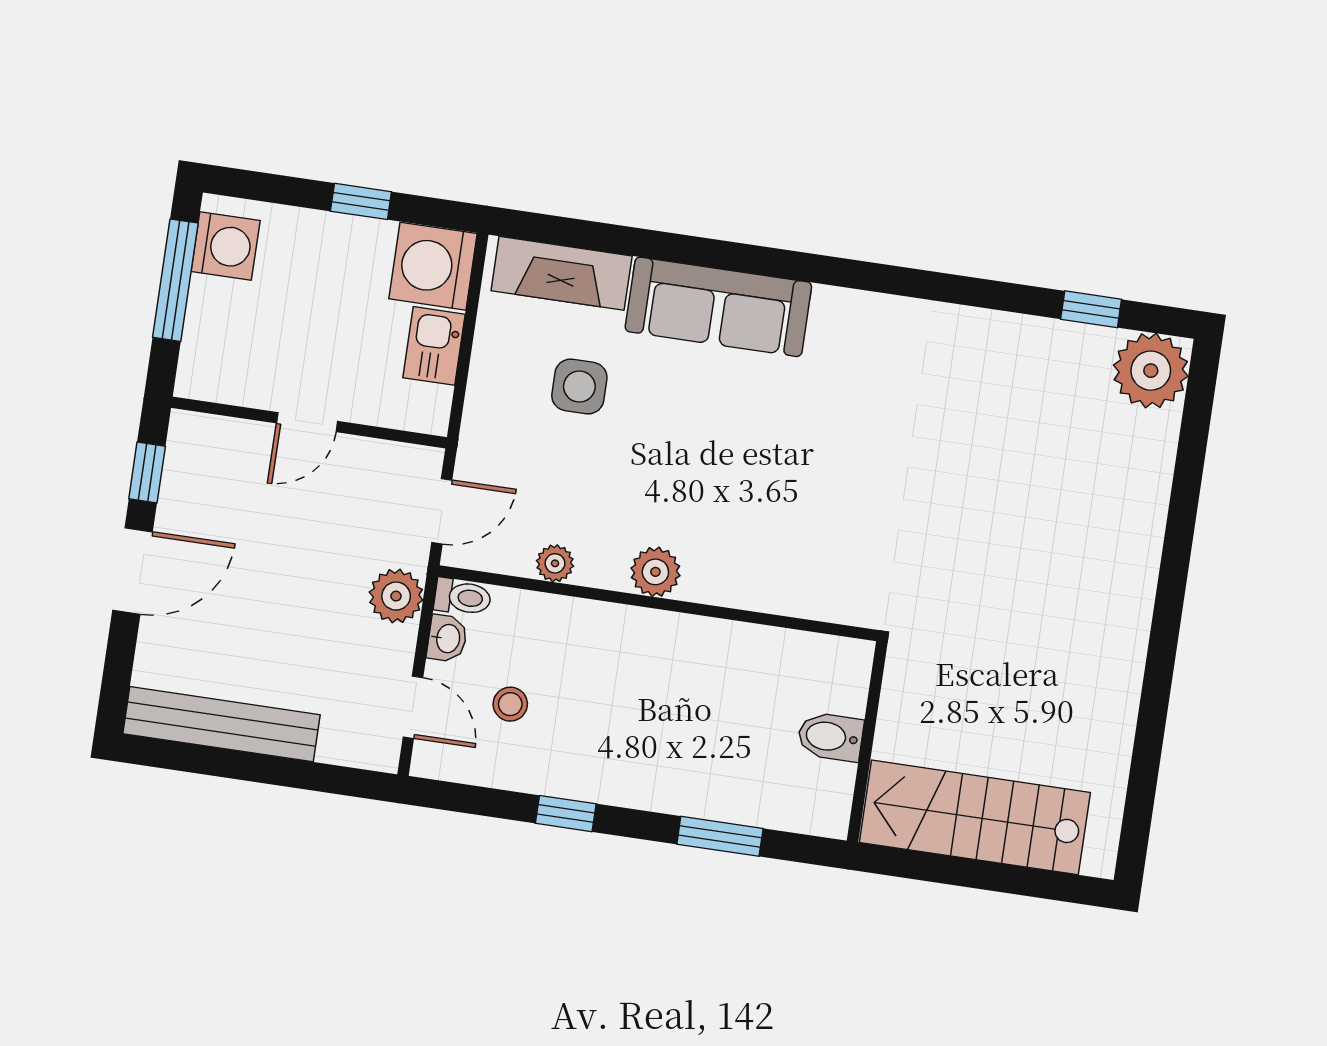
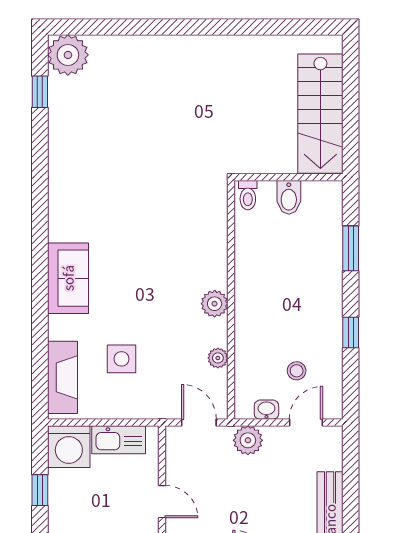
sofa: (718, 307) -> (68, 278), width x0.73
kitchen sink: (434, 346) -> (119, 440), width x1.38
toilet: (463, 597) -> (248, 195), moved, turned 180

